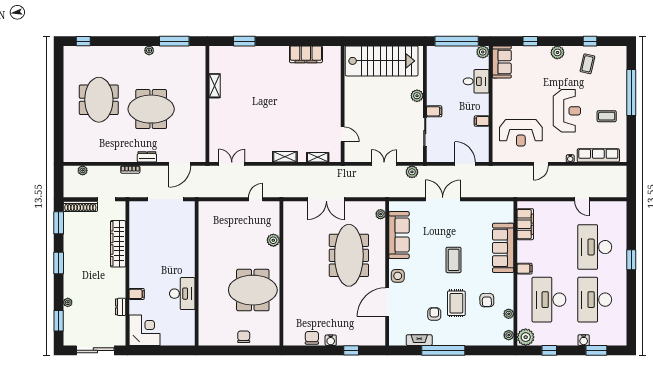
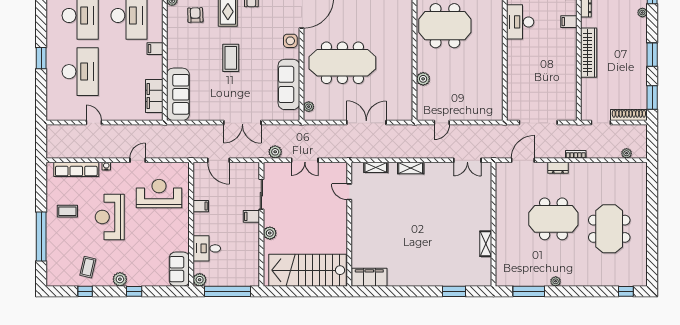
window: (530, 41) -> (134, 291), moved
filing cabinet: (306, 54) -> (369, 277), moved
wardrobe: (118, 244) -> (589, 53), moved
sofa: (503, 248) -> (178, 94), moved
meeting table: (349, 255) -> (342, 63), turned 90

